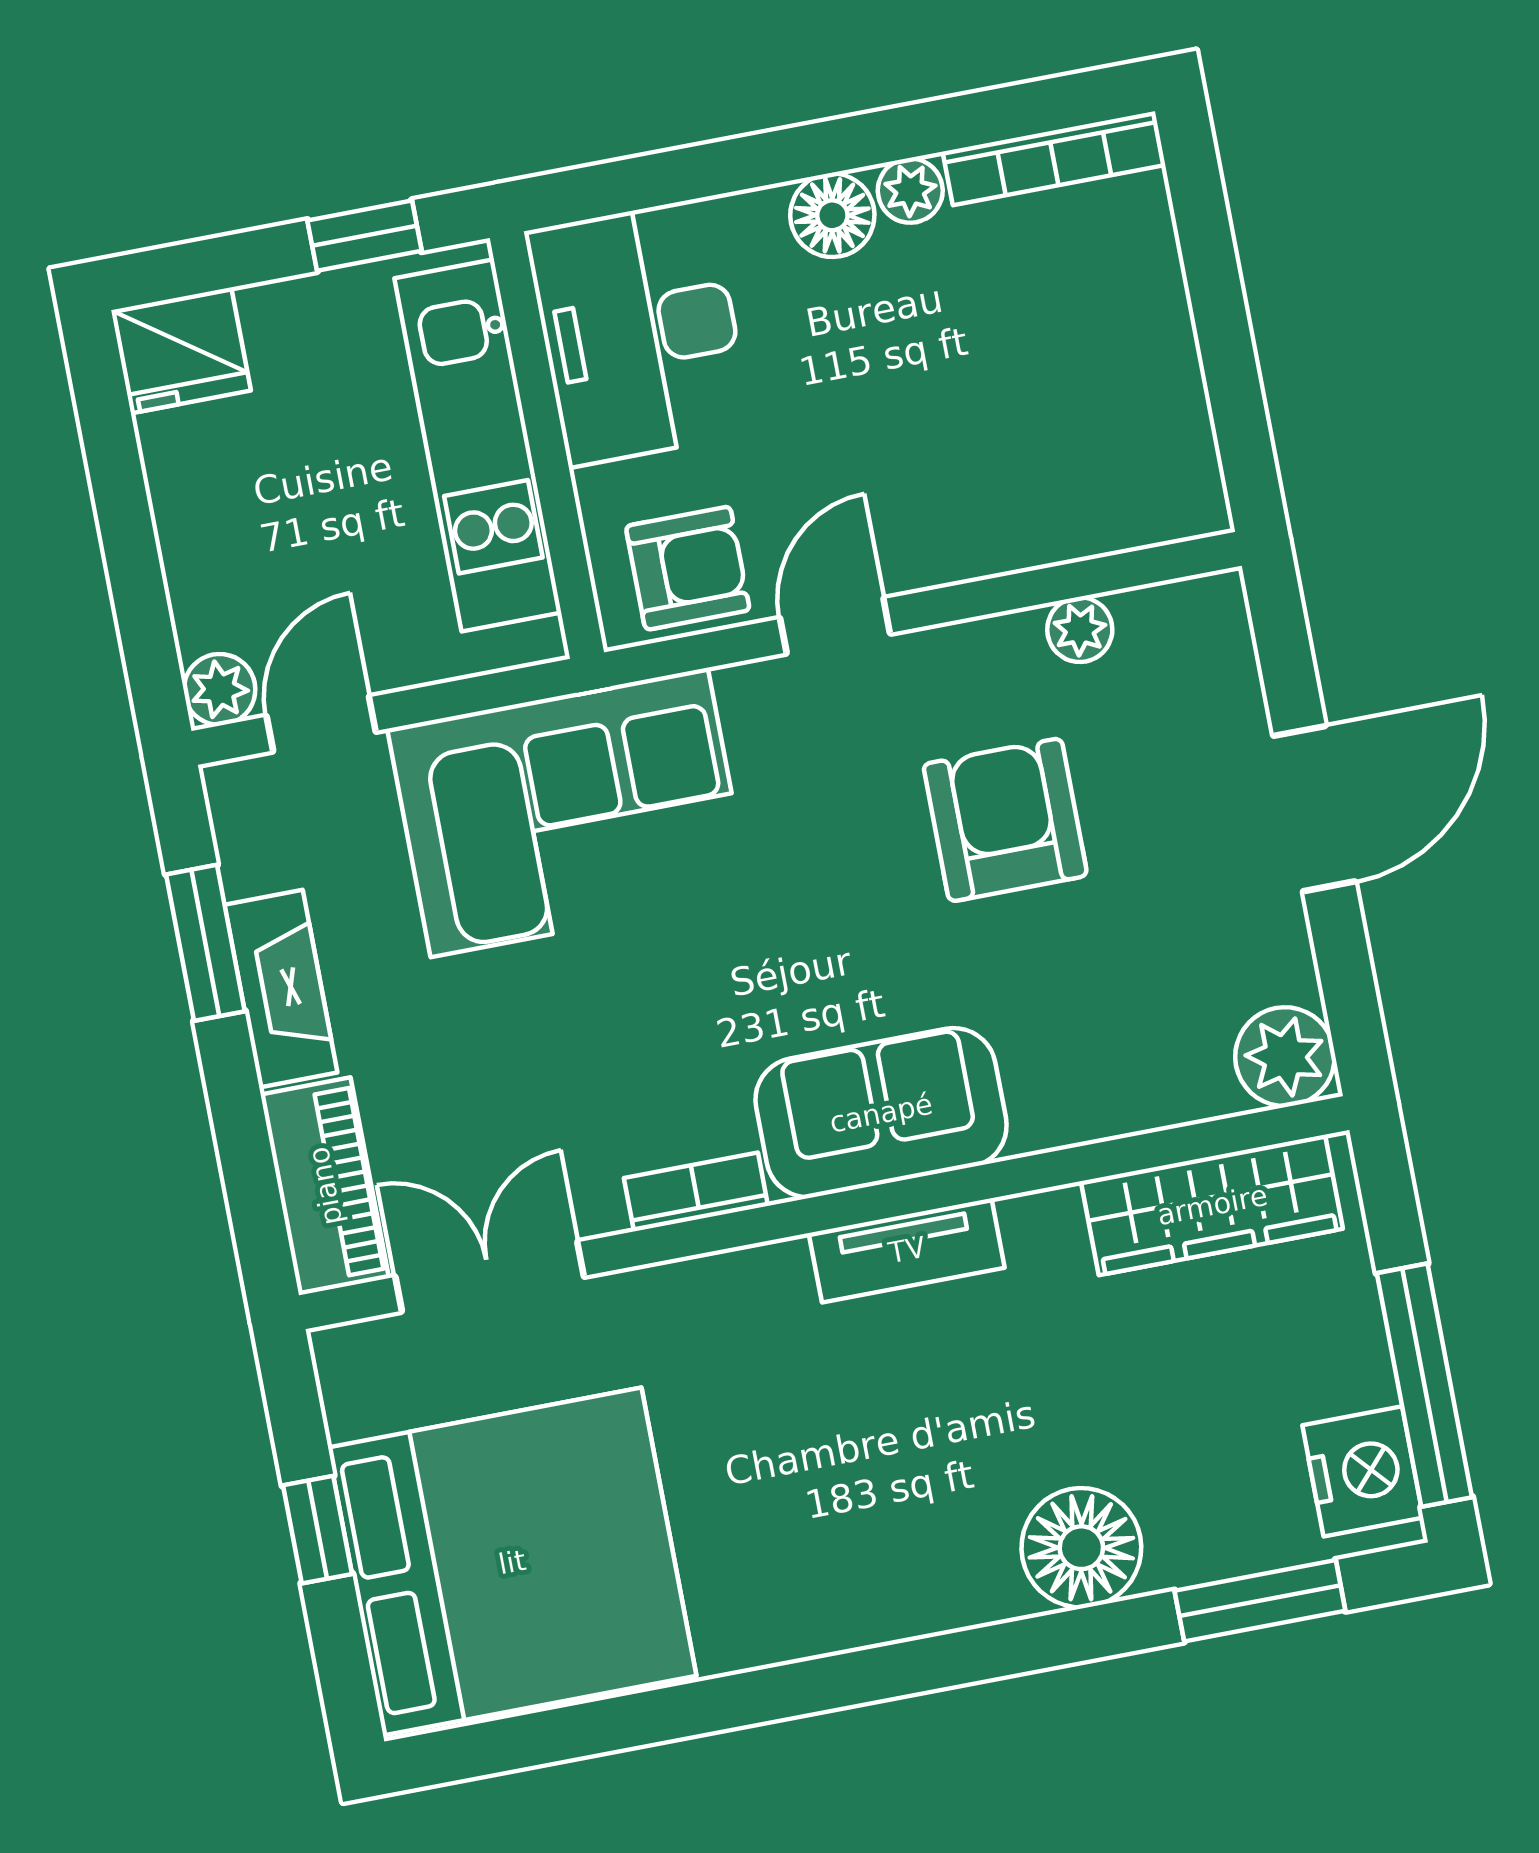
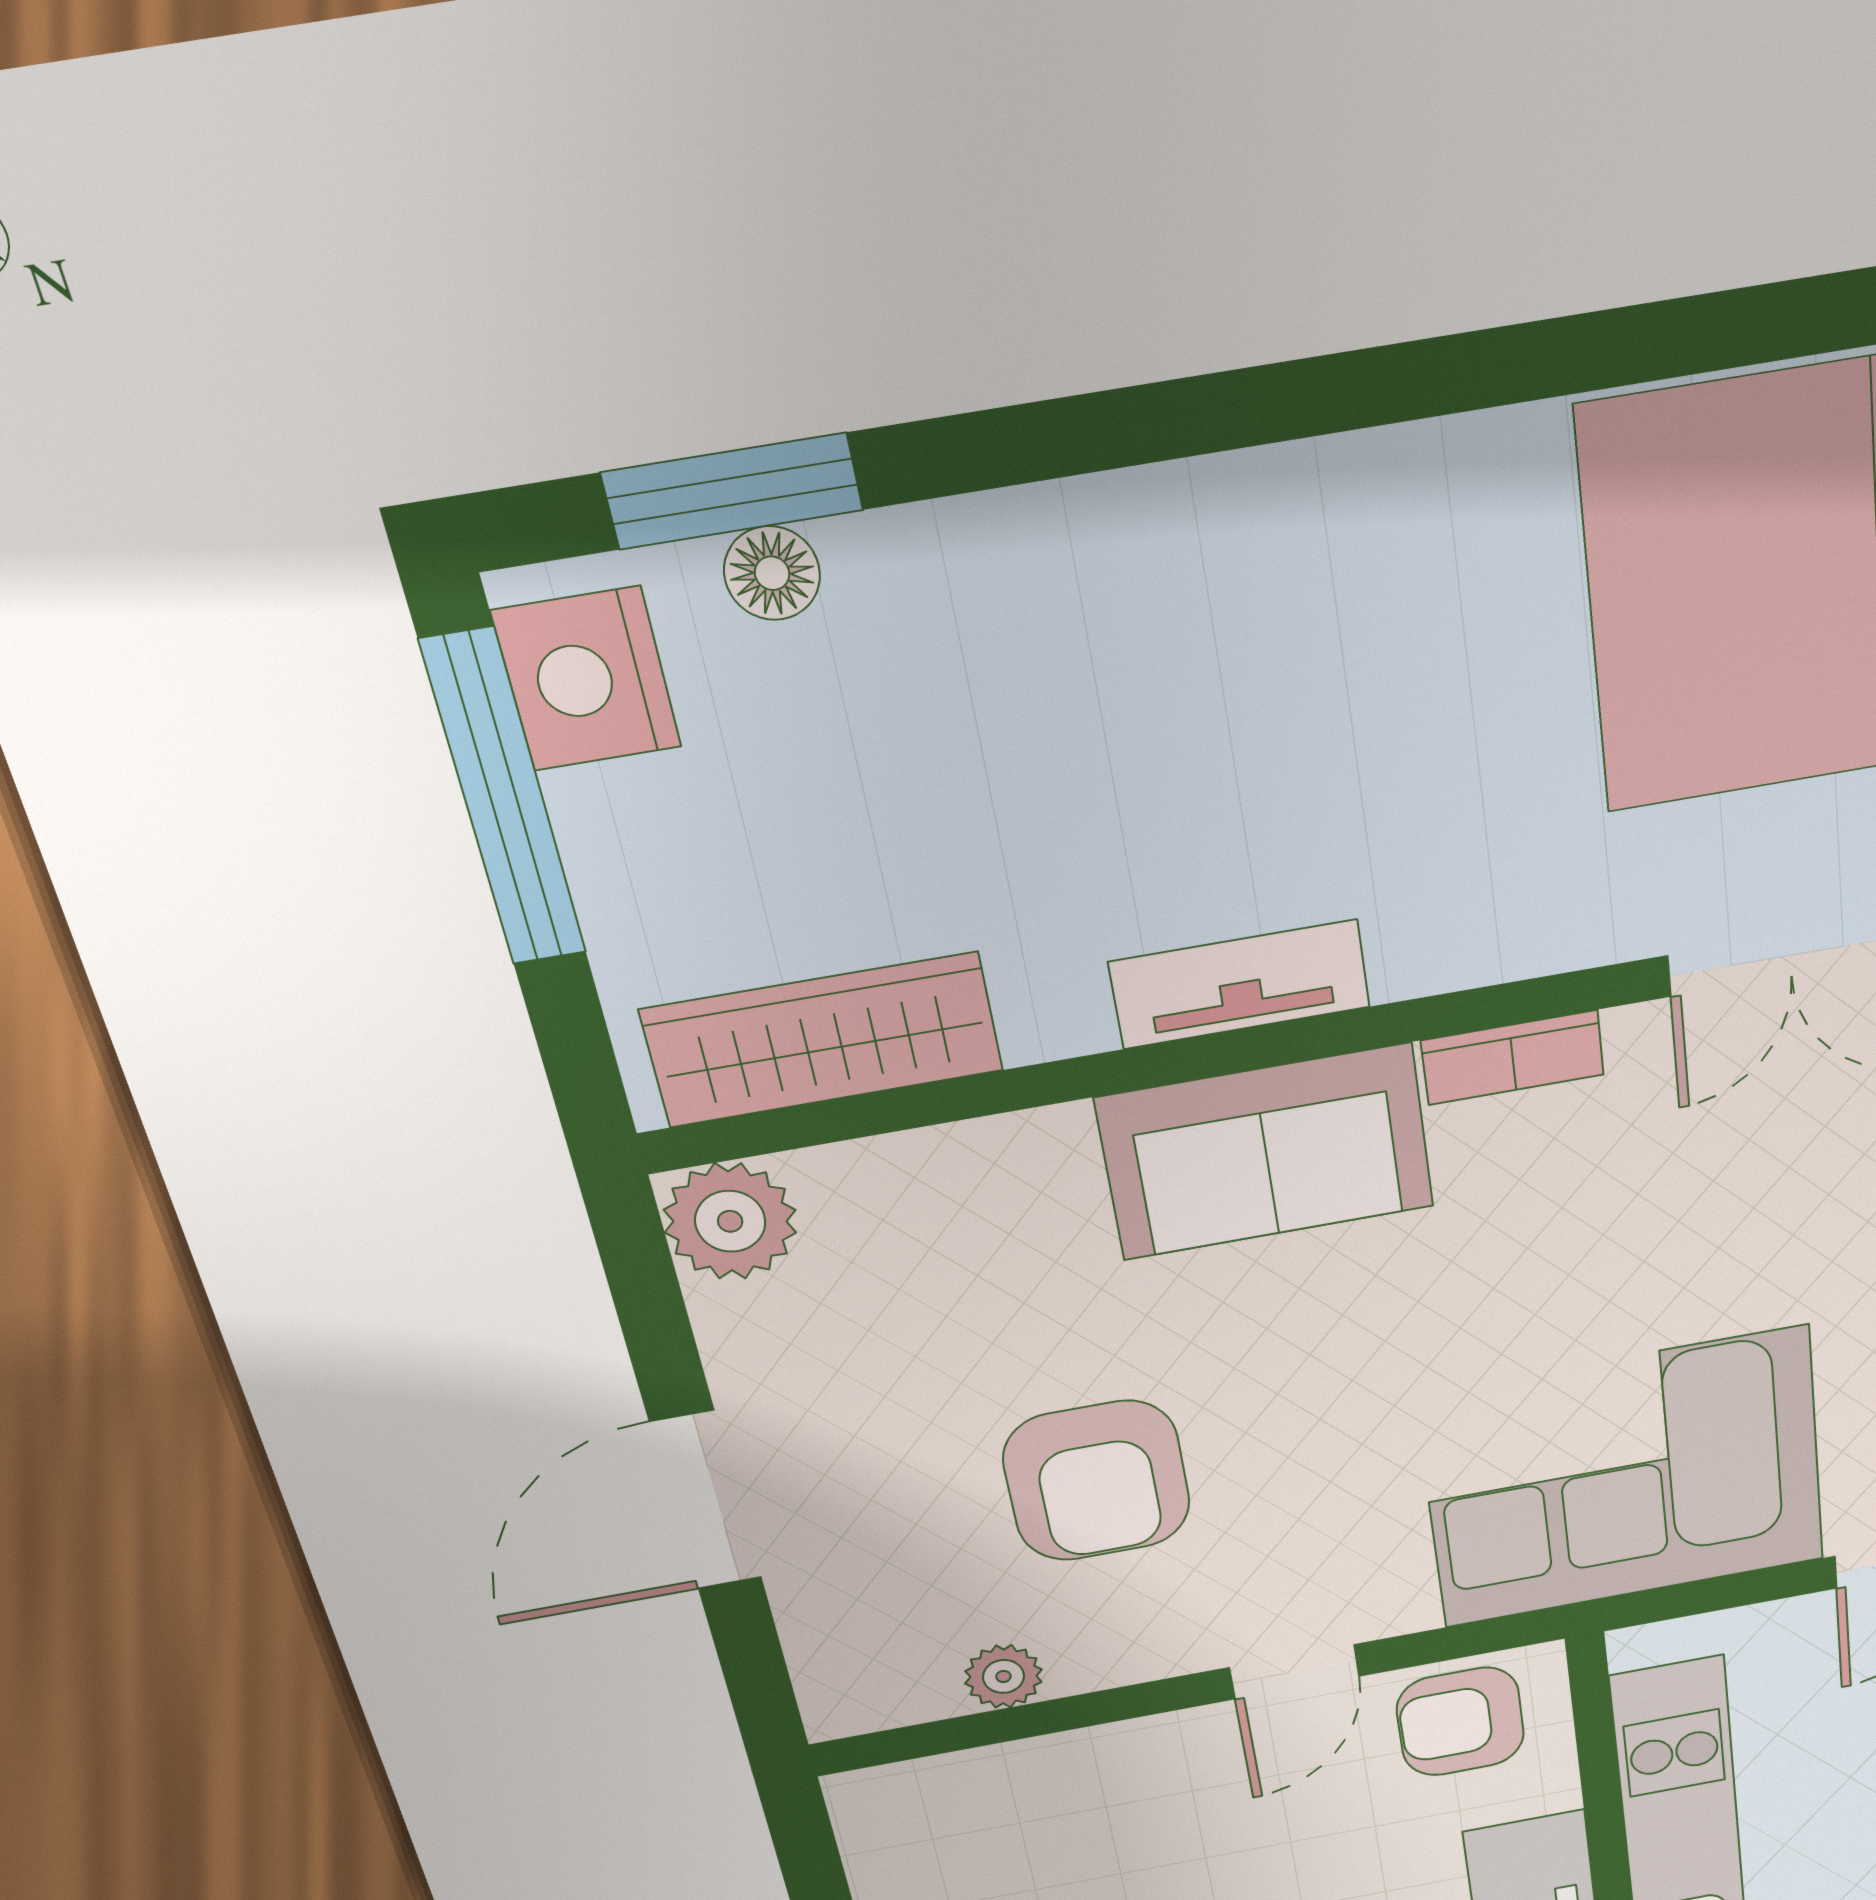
floor lamp: (1081, 1548) -> (772, 573), moved, width x0.53, depth x0.53

